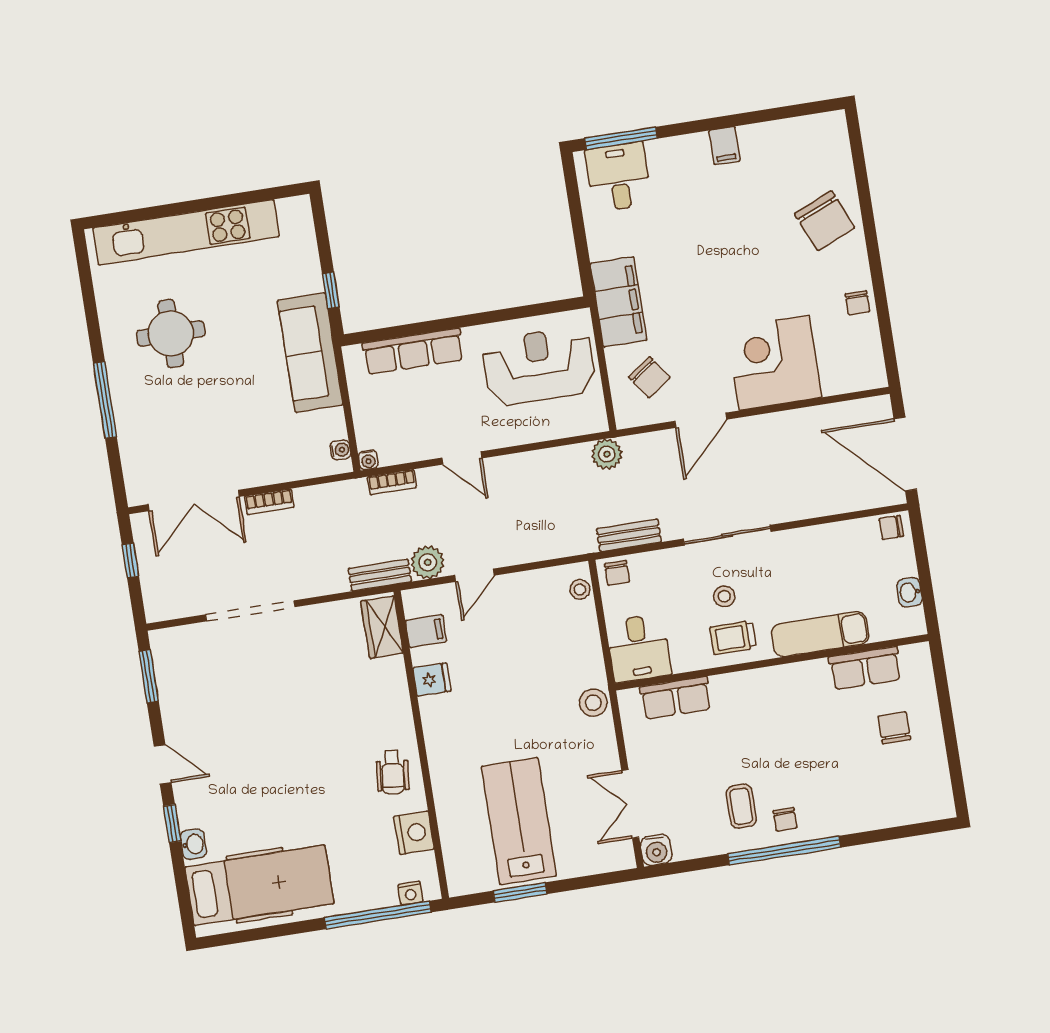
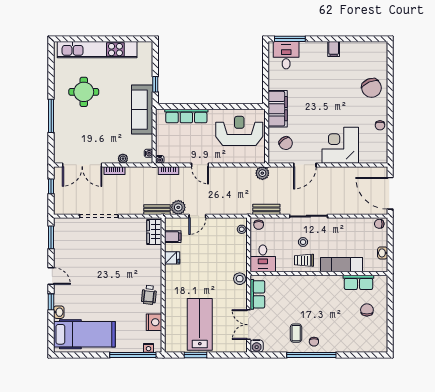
plant: (284, 471) -> (123, 159), added
row of seats: (676, 698) -> (257, 294), moved, turned -90

